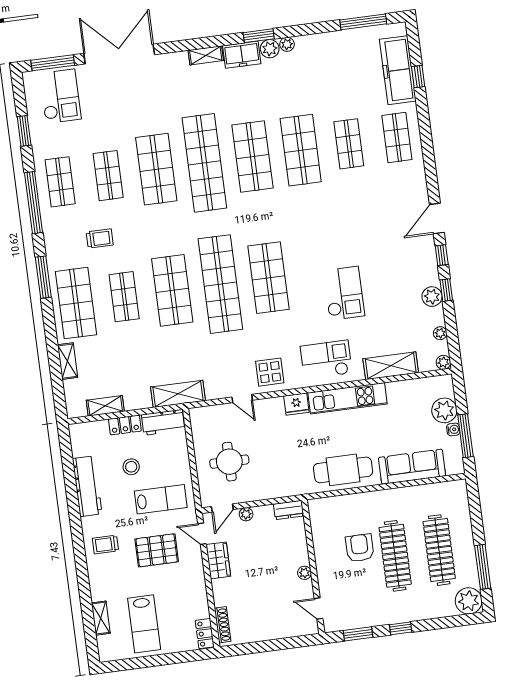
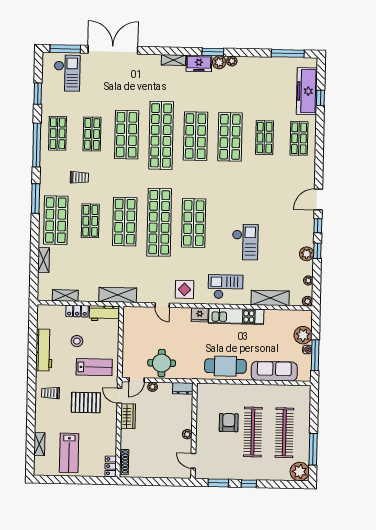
round table: (229, 462) -> (162, 363), moved

